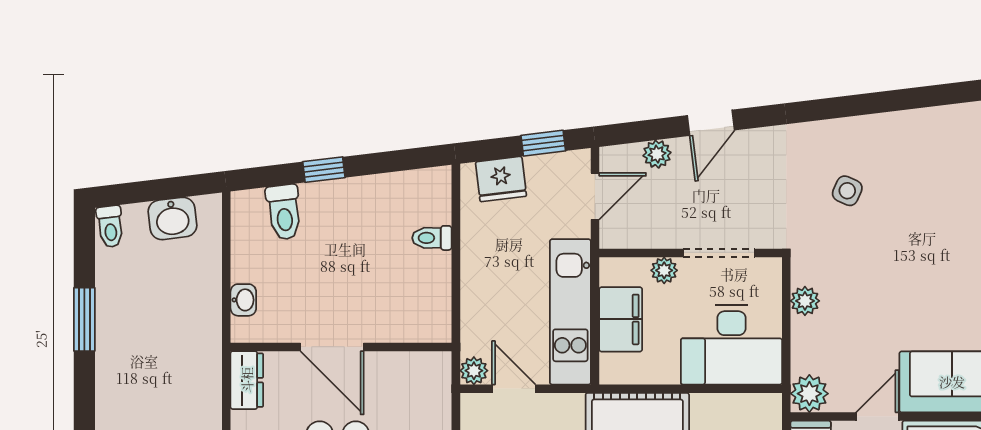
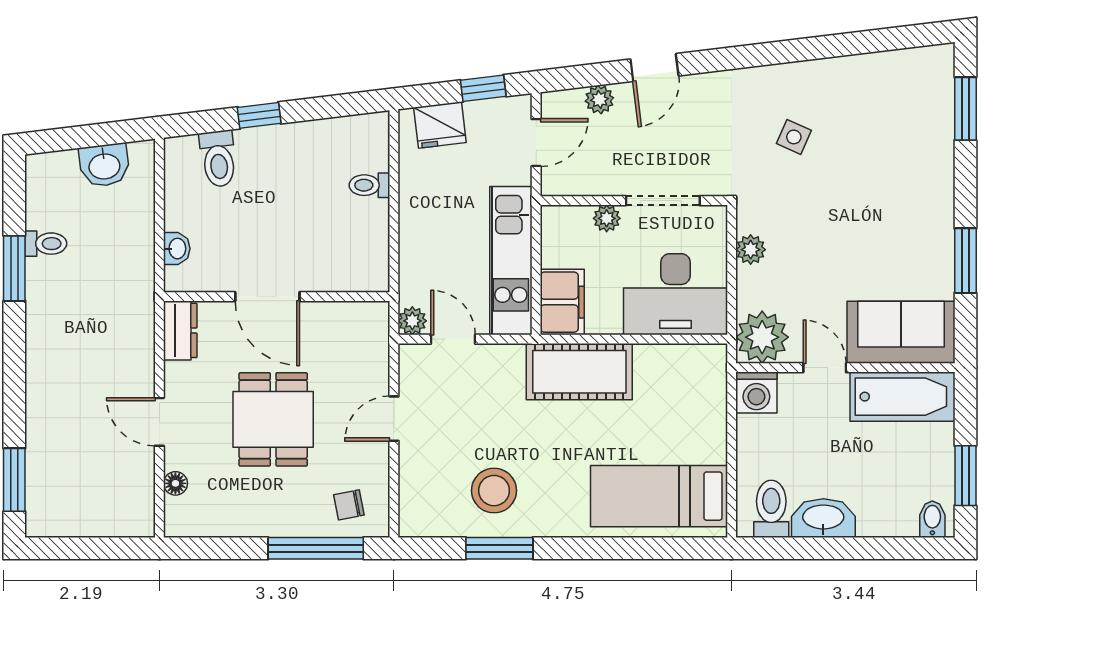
toilet: (110, 227) -> (46, 244), moved, turned -83
filing cabinet: (621, 319) -> (562, 302), moved
plant: (809, 394) -> (762, 337), width x1.36, depth x1.36
door: (877, 417) -> (825, 368), hinge flipped

